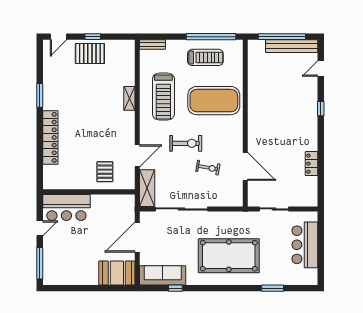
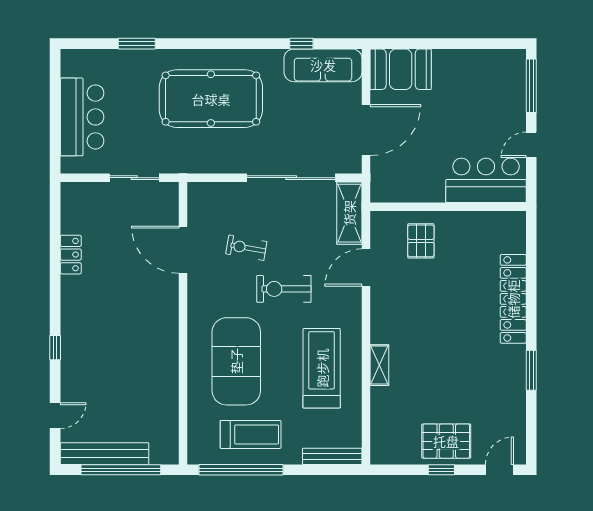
bench: (153, 45) -> (332, 456), width x1.36
treadmill: (205, 57) -> (251, 434), turned 180
exercise mat: (214, 101) -> (236, 361), turned 90

